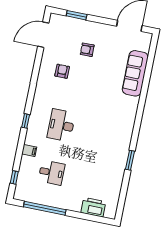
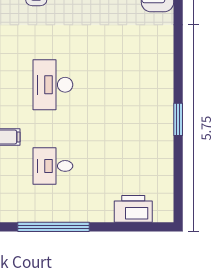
desk: (52, 173) -> (53, 166), turned 180

